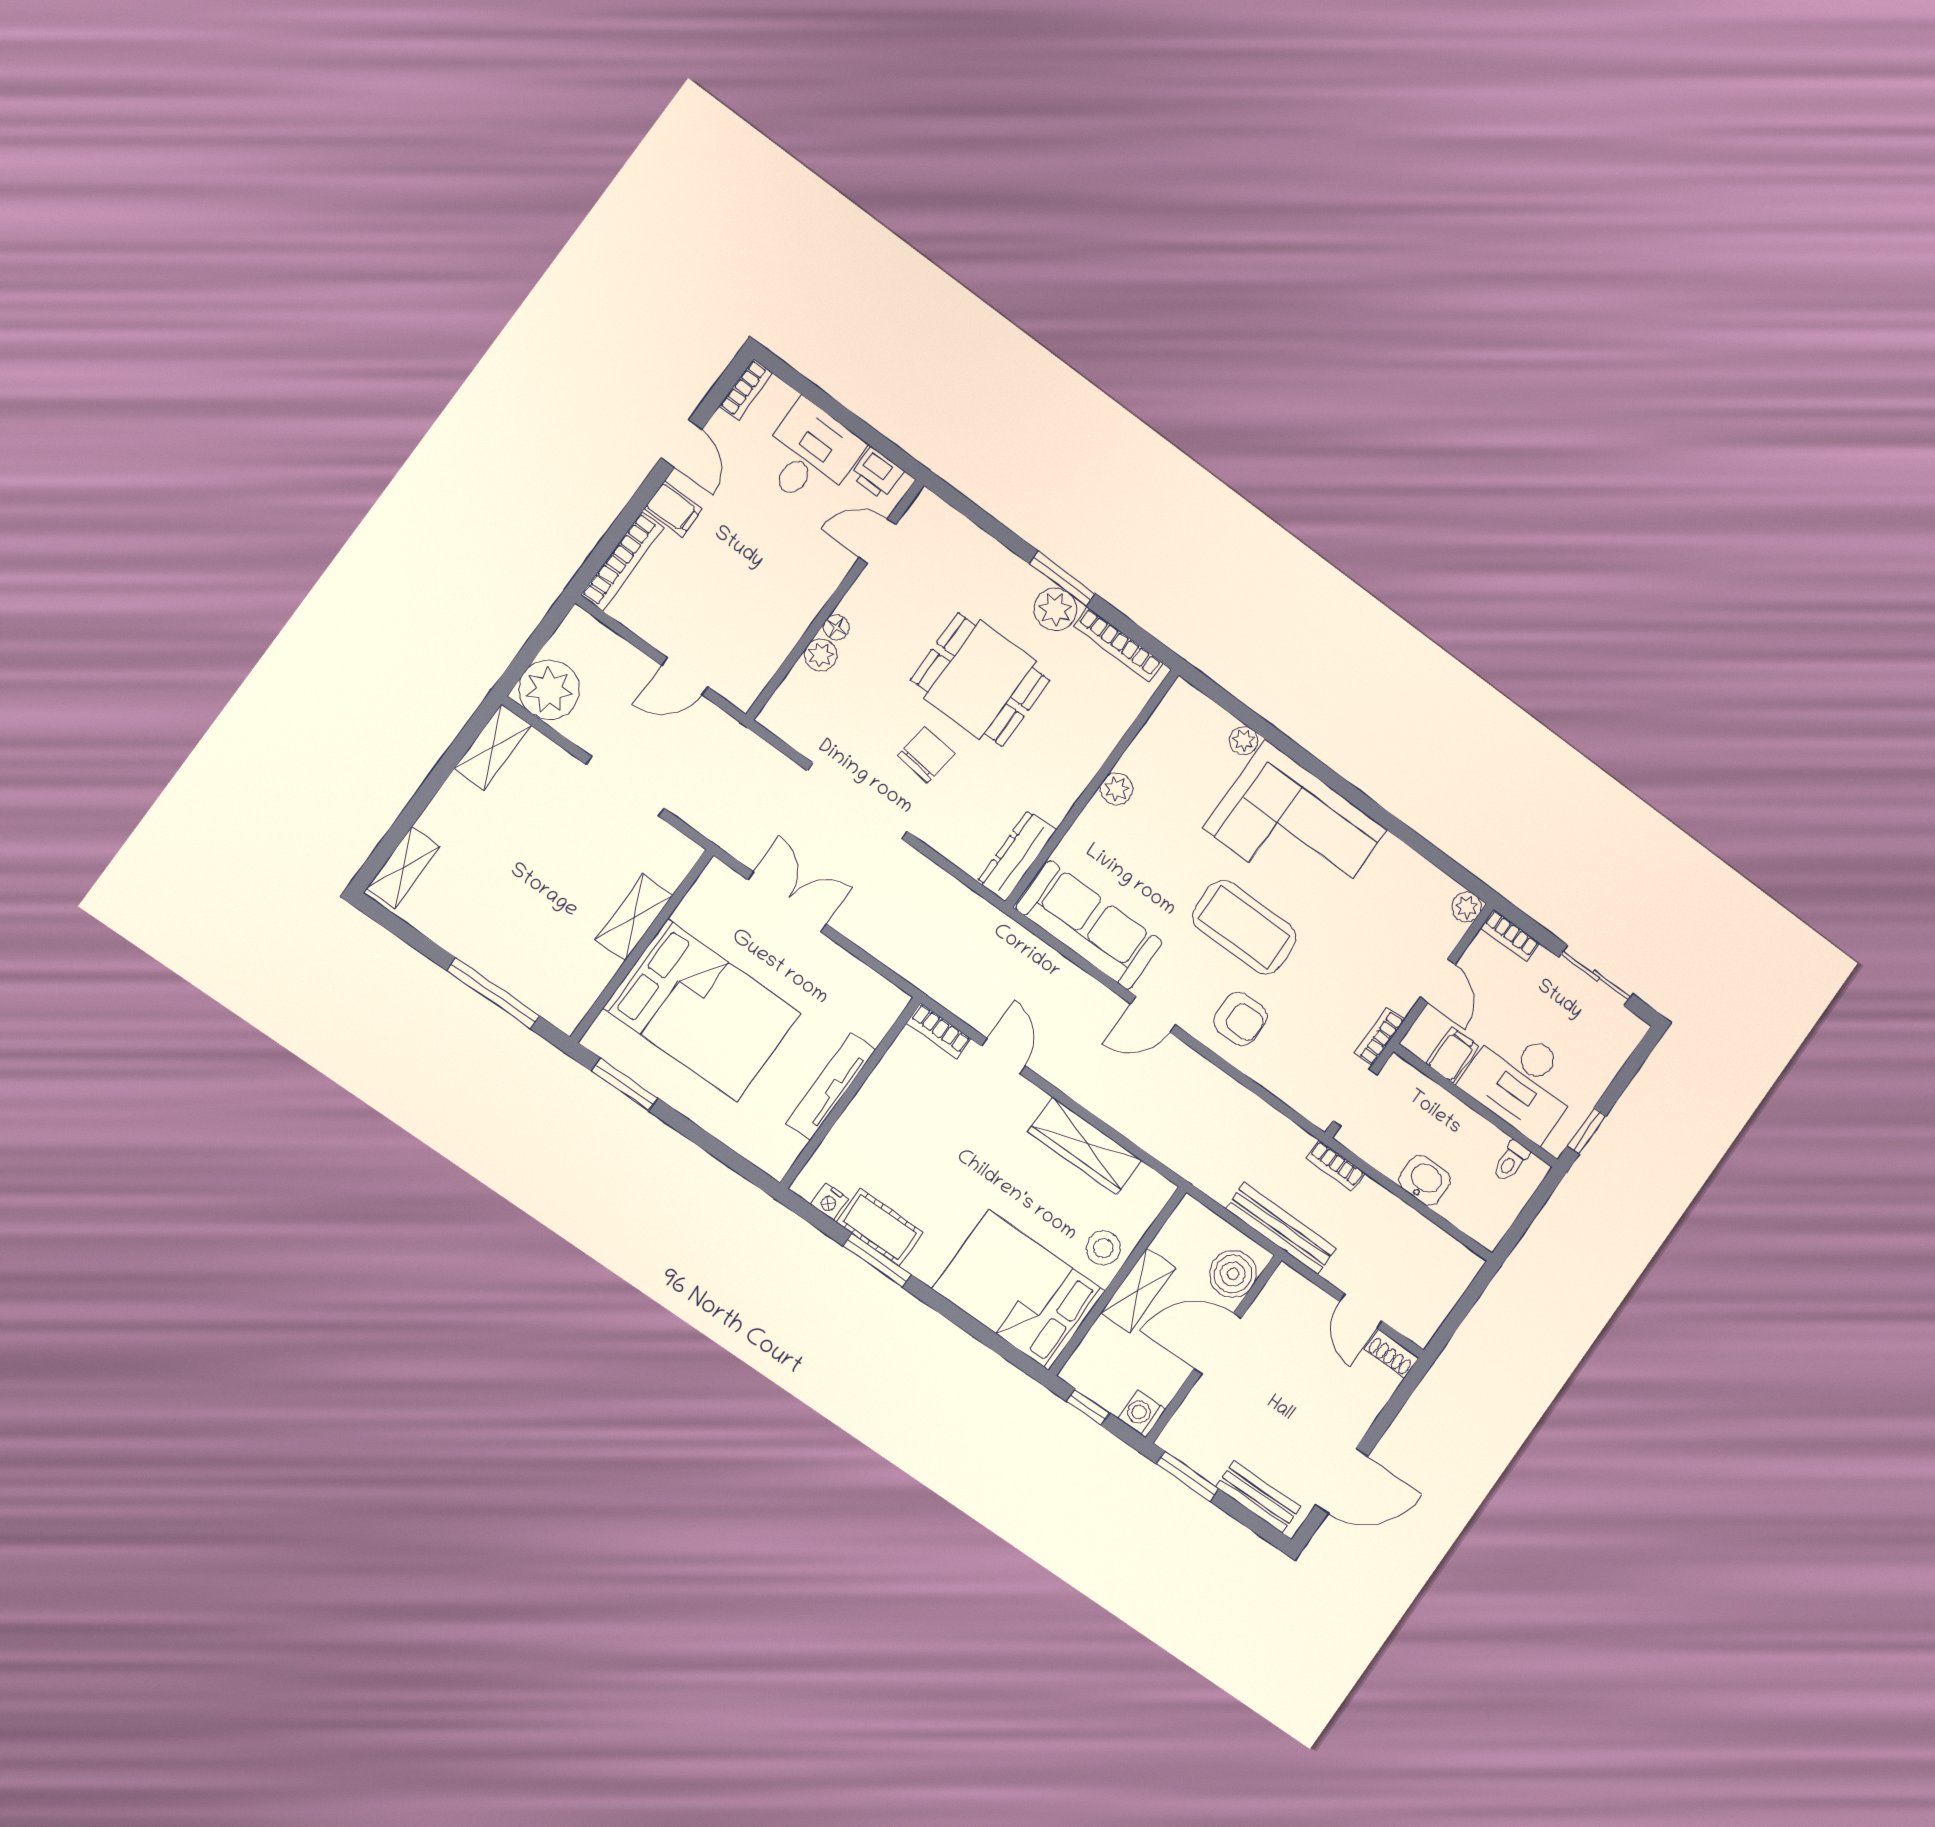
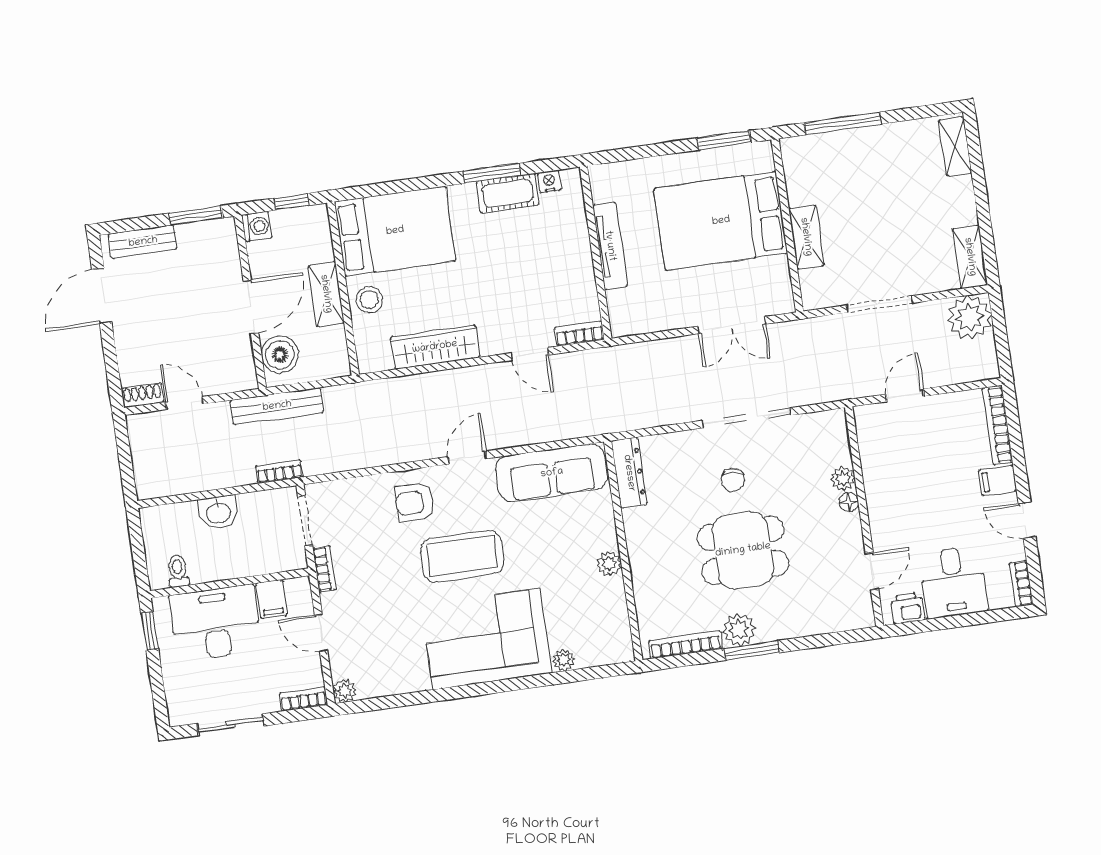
chair: (926, 755) -> (733, 480), width x0.73, depth x0.73

